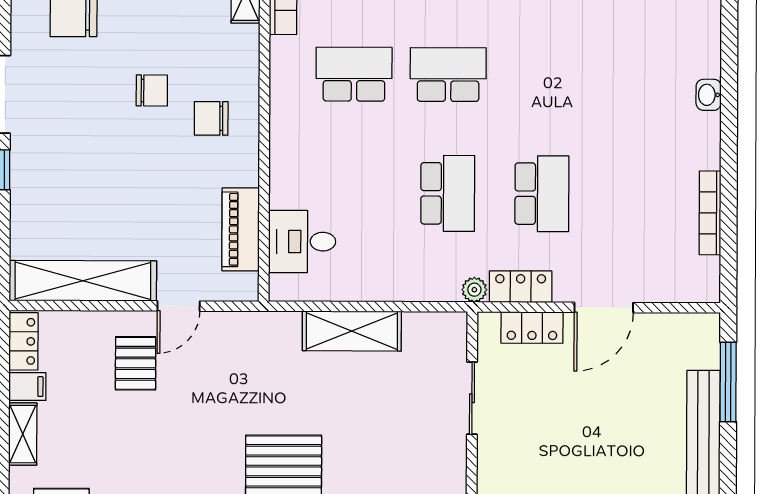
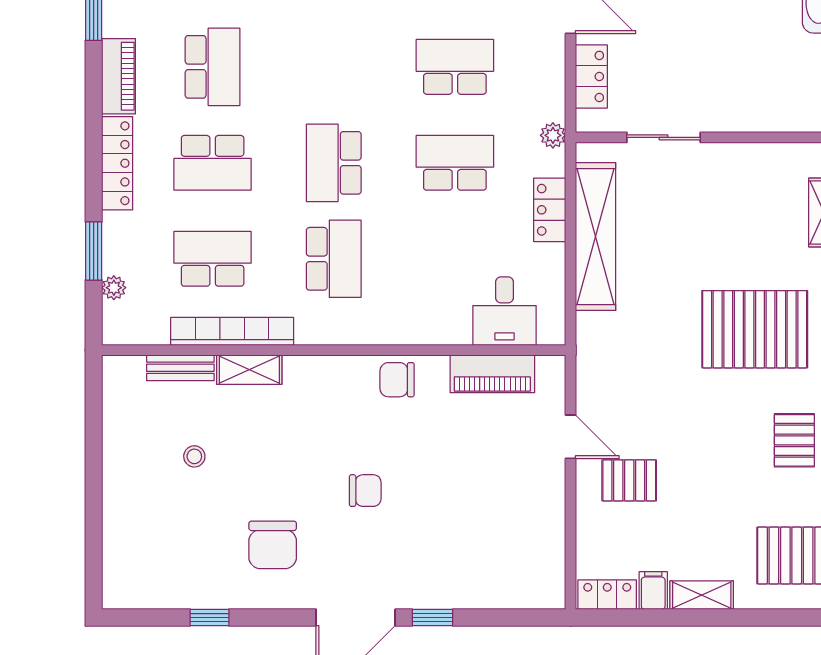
school desk: (354, 74) -> (334, 259), turned 180
chair: (152, 90) -> (365, 491), moved, turned 90
chair: (211, 118) -> (397, 380), moved, turned 90
shelving: (83, 281) -> (545, 534), removed
locker: (521, 287) -> (550, 210), moved
shelving: (352, 331) -> (596, 237), width x1.47

